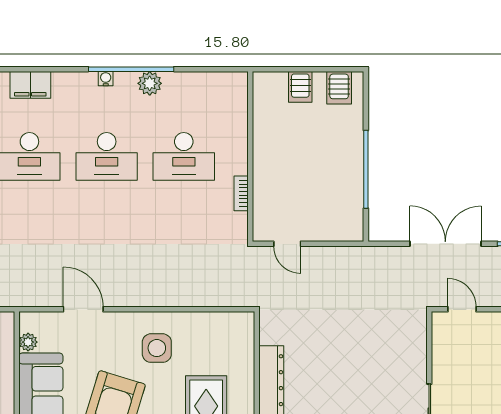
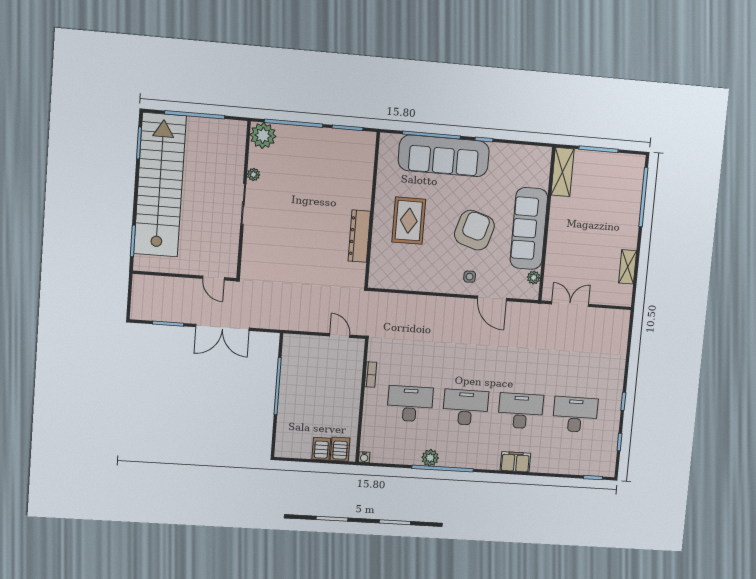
water cooler: (106, 79) -> (364, 457), moved
server rack: (339, 88) -> (340, 449), moved
side table: (157, 348) -> (470, 277), moved, width x0.54, depth x0.54

